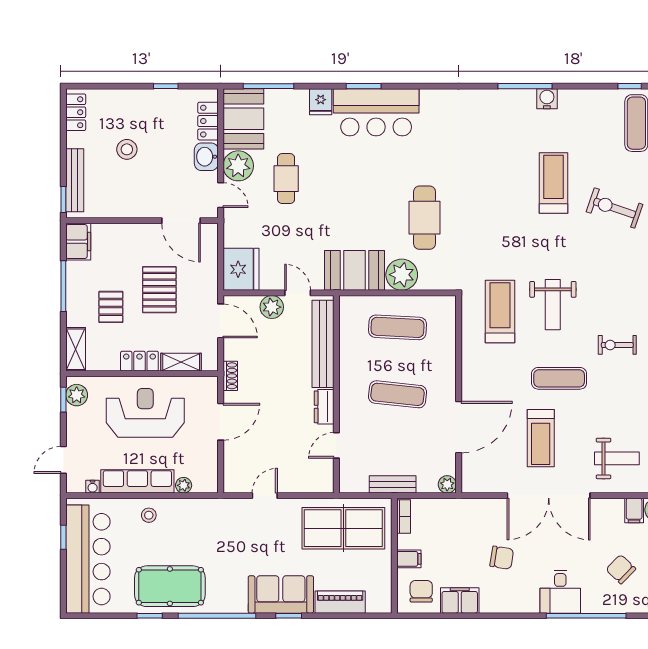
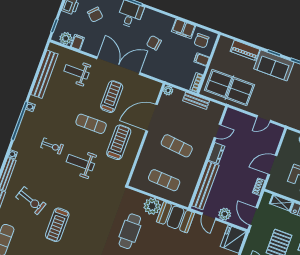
weight bench: (553, 305) -> (80, 163), turned -90
treadmill: (500, 312) -> (119, 142), moved, turned 180
exercise bike: (617, 345) -> (52, 146), moved

